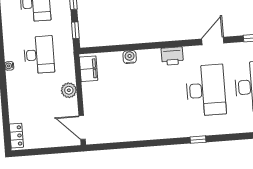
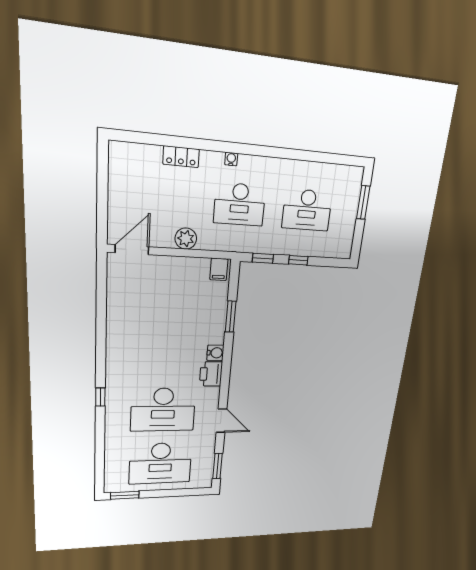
window: (123, 48) -> (231, 317), added
water cooler: (130, 57) -> (215, 353), moved
filing cabinet: (89, 69) -> (219, 269), width x0.50
locker: (16, 136) -> (181, 157), moved

